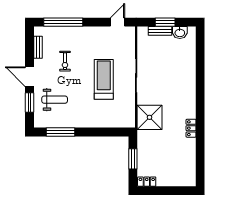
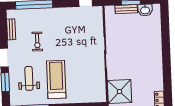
treadmill: (104, 79) -> (56, 80), moved
weight bench: (55, 100) -> (29, 78), turned -90

